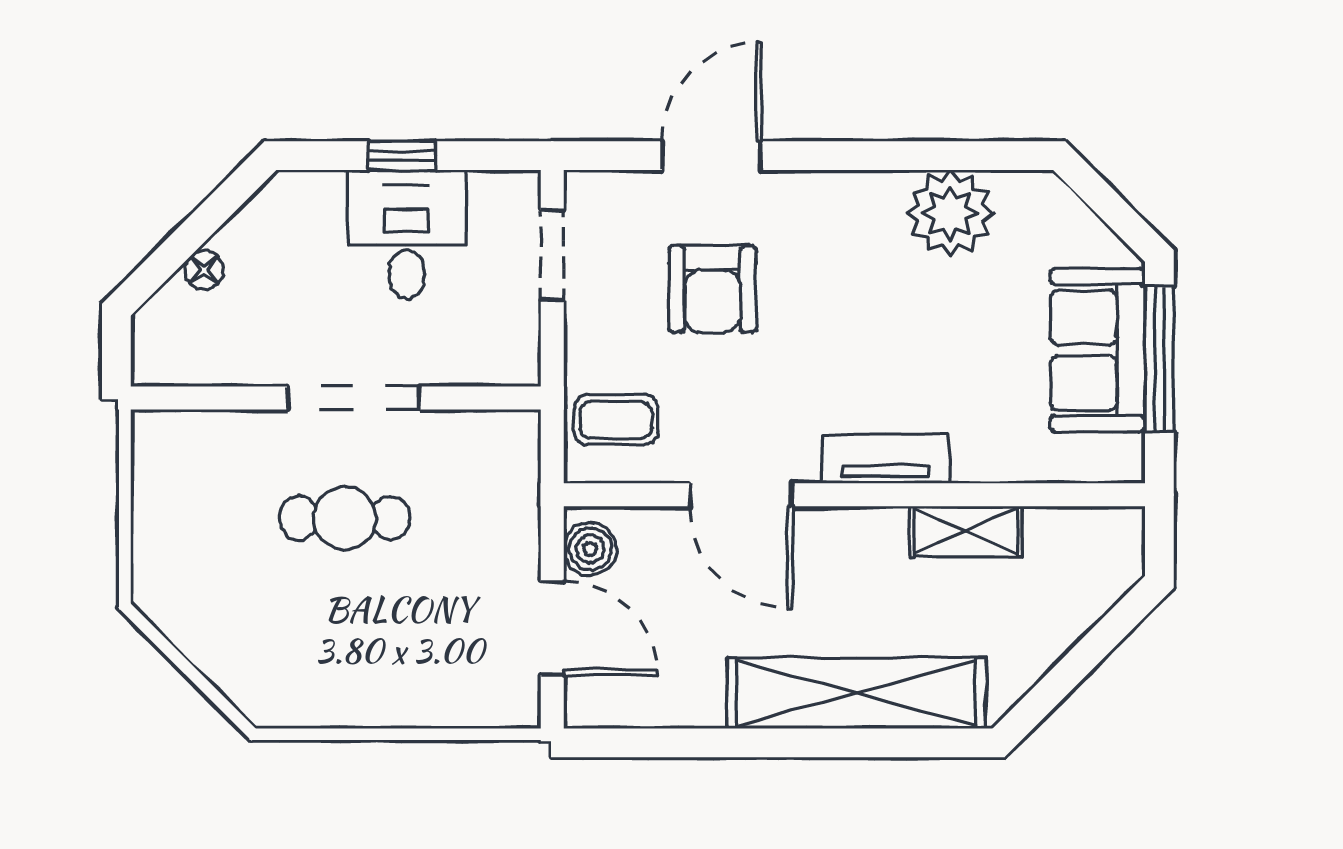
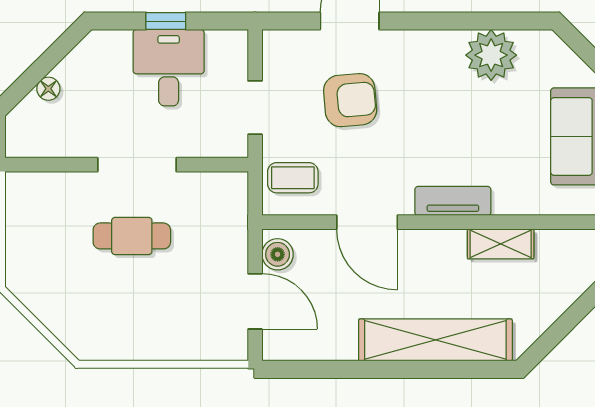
doorway: (552, 255) -> (255, 108), moved
armchair: (713, 289) -> (350, 100), turned -95

